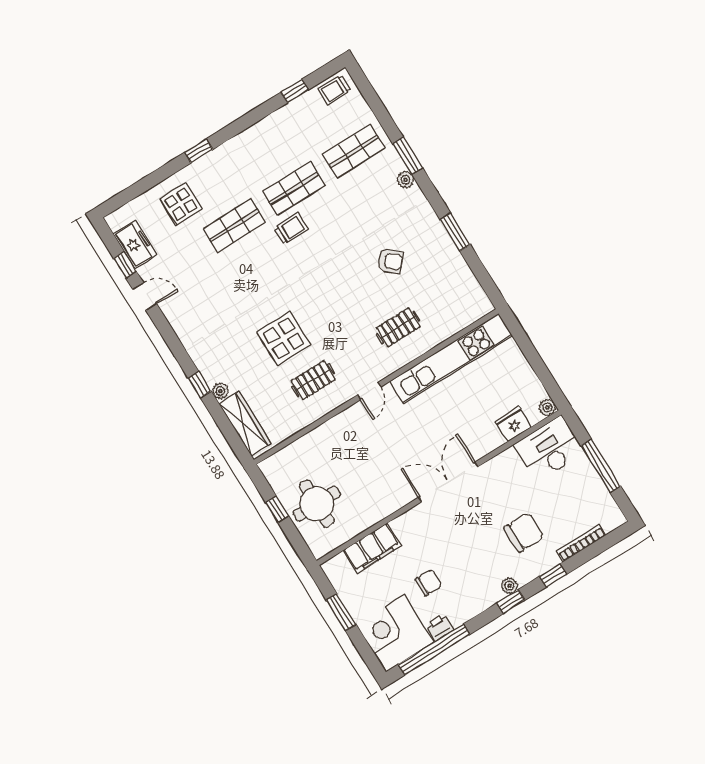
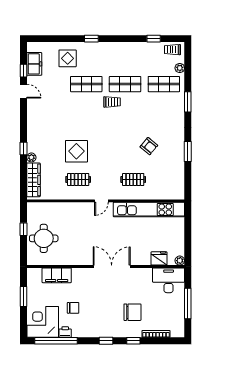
plant: (406, 180) -> (180, 68), moved
plant: (509, 586) -> (110, 333), removed

